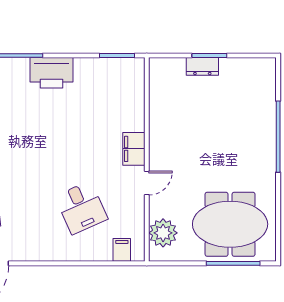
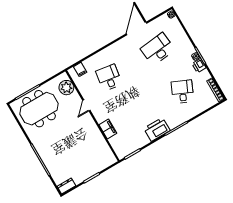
dresser: (202, 66) -> (66, 186), moved
filing cabinet: (134, 149) -> (108, 129), moved
desk: (81, 208) -> (109, 78), turned 33

